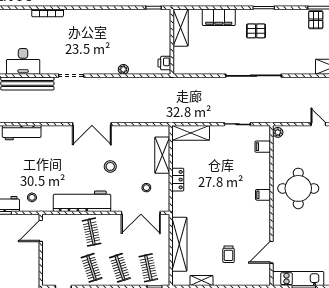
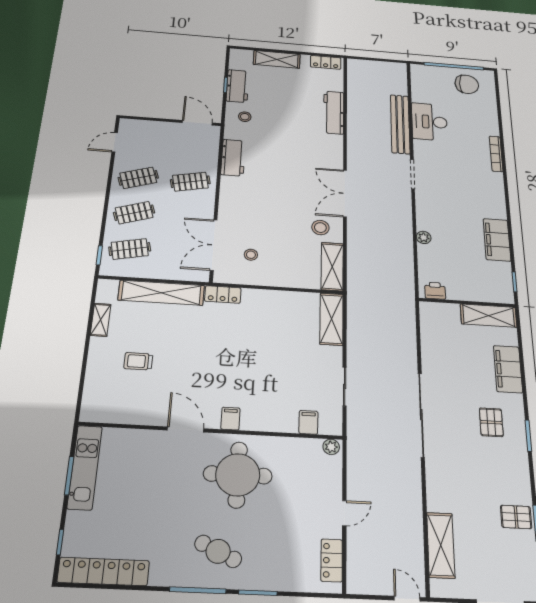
filing cabinet: (121, 17) -> (497, 240), added
shelving: (162, 155) -> (332, 266), moved, turned 90
stool: (110, 166) -> (320, 228), moved
locker: (178, 180) -> (223, 295), moved
workbench: (82, 201) -> (233, 158), width x0.53, depth x0.76
door: (272, 252) -> (186, 429), moved

